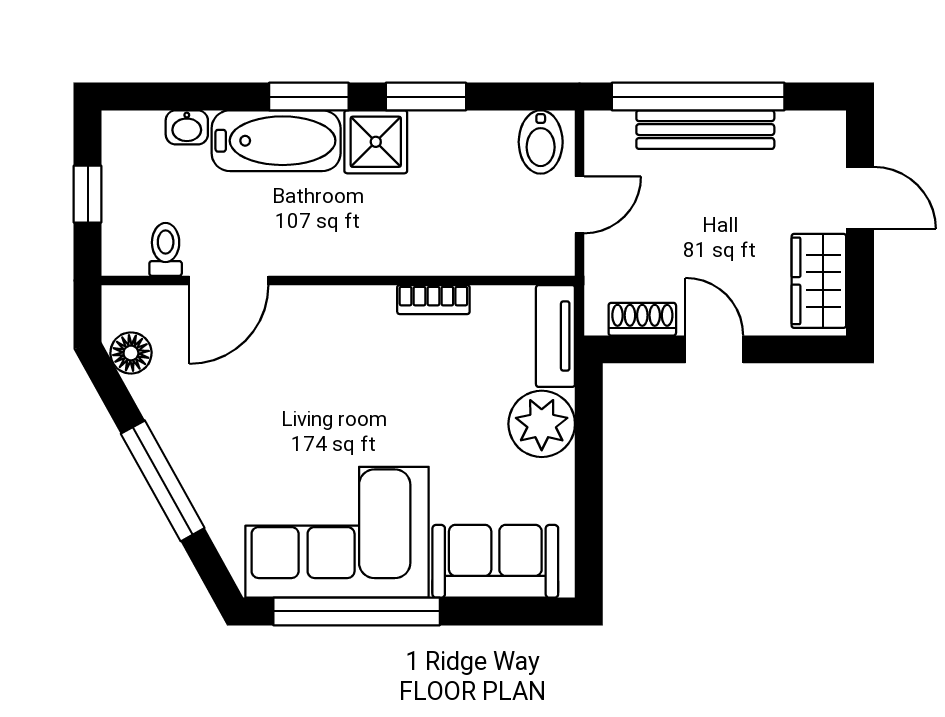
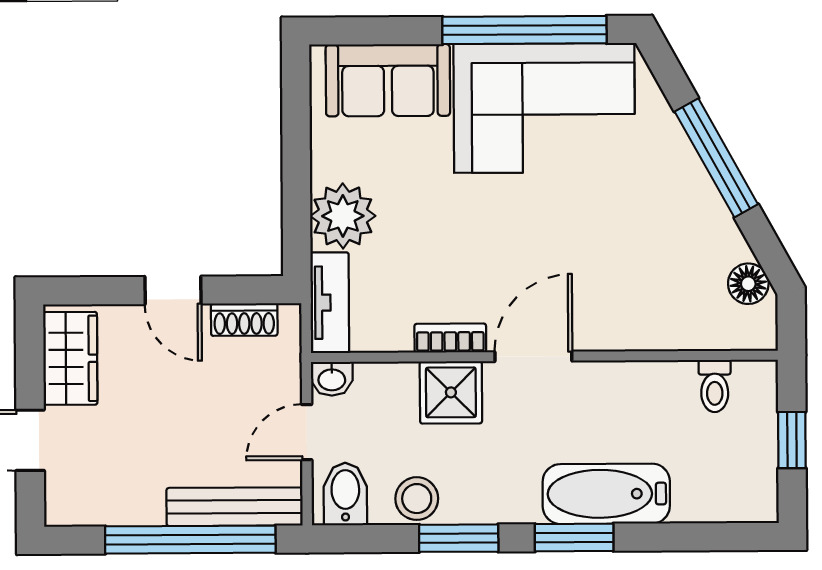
washbasin: (187, 127) -> (332, 379), moved, turned 180
bench: (705, 130) -> (235, 507), moved
stool: (468, 137) -> (417, 499), added
shower: (376, 142) -> (451, 392), moved
door: (229, 280) -> (533, 356), moved

